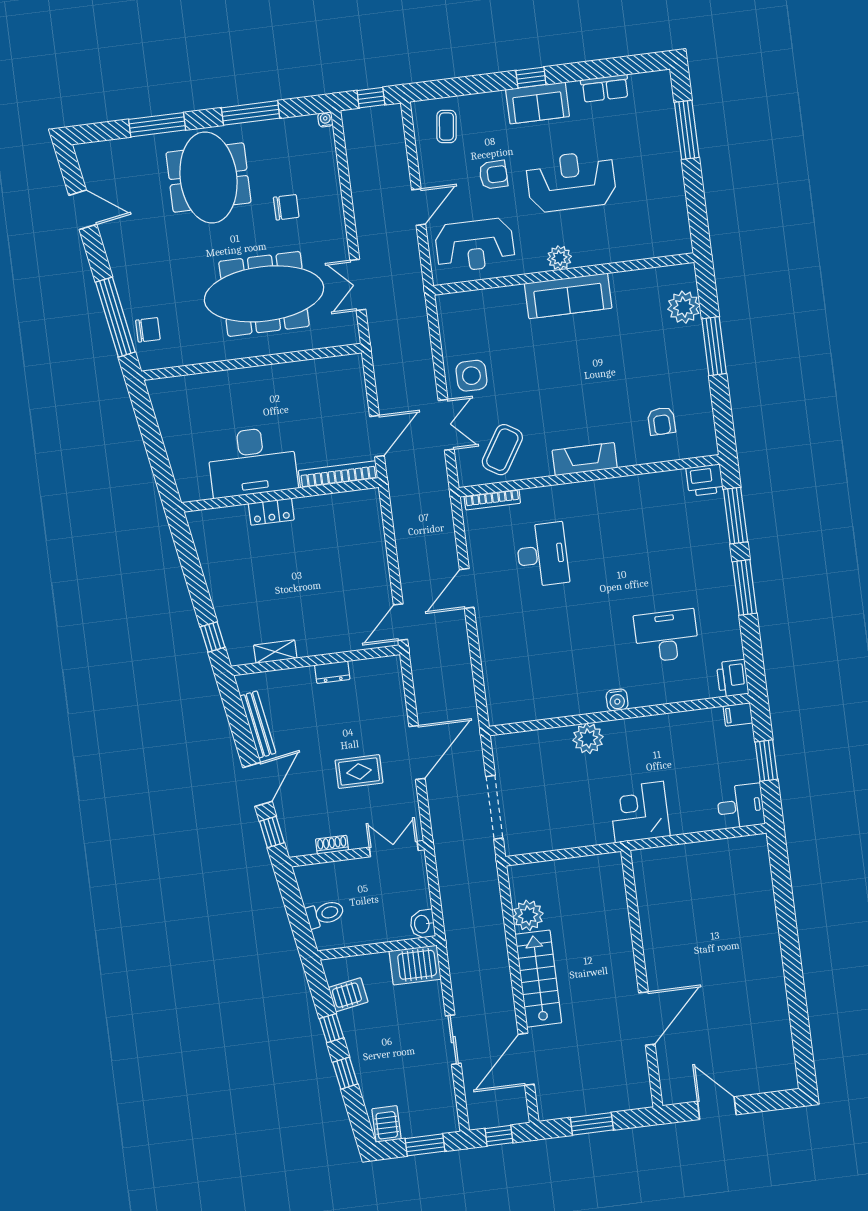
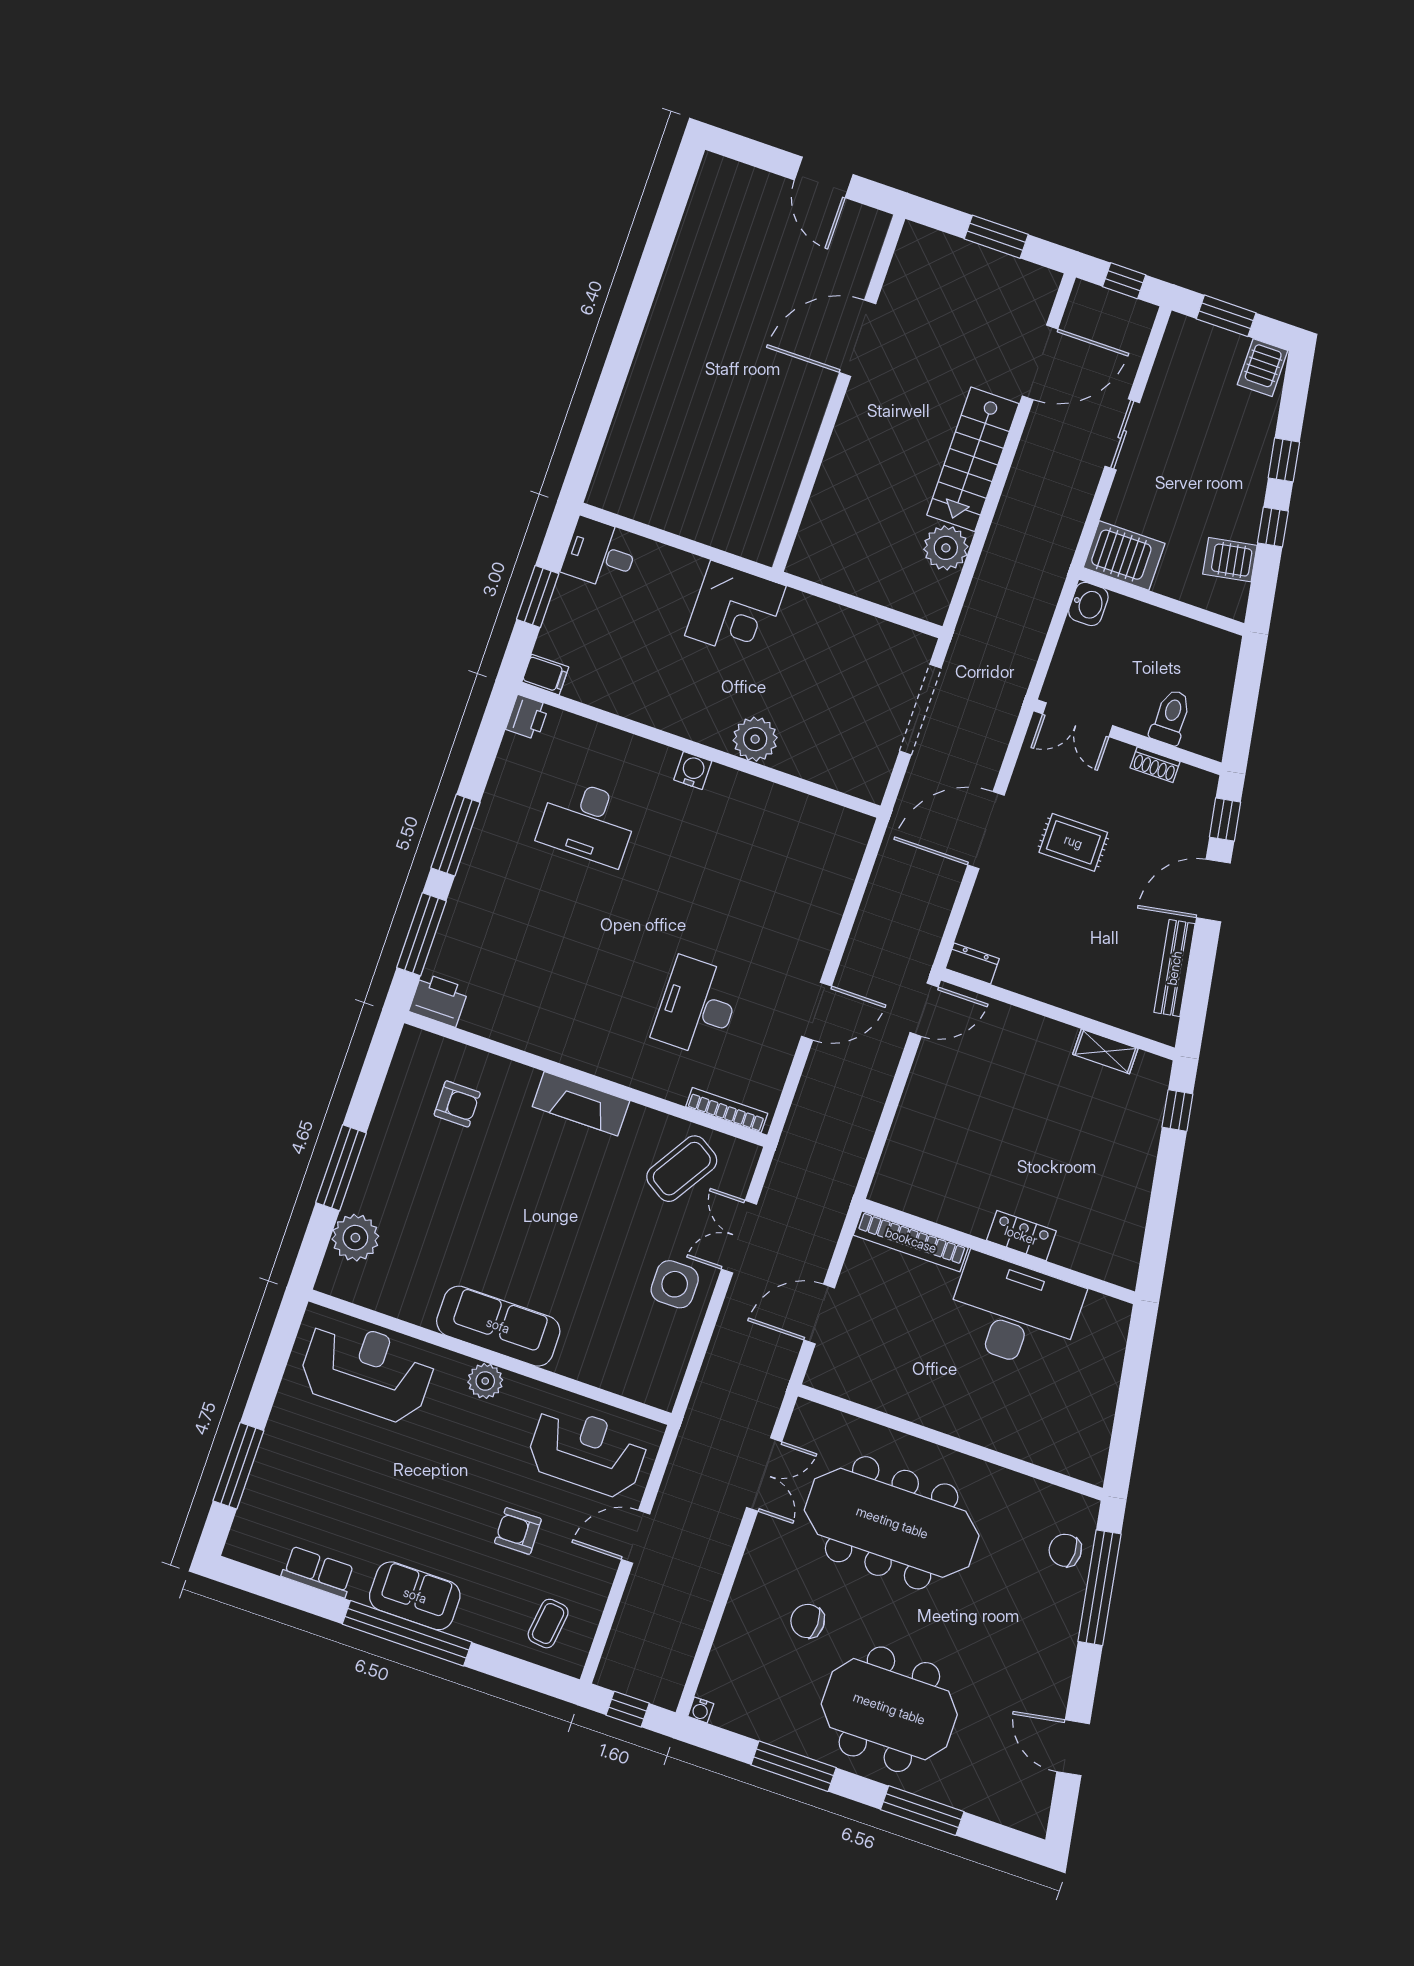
window: (531, 77) -> (407, 1633), width x3.17
meeting table: (209, 178) -> (889, 1709), turned 90
reception desk: (571, 181) -> (367, 1371), moved, turned 180
armchair: (661, 421) -> (457, 1104), turned 91
door: (377, 436) -> (819, 1314), moved
dresser: (332, 672) -> (972, 964), moved
printer: (733, 678) -> (527, 717), width x0.73, depth x0.81
toilet: (325, 914) -> (1171, 717), moved, turned 100

